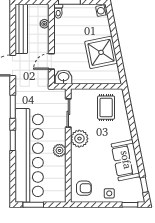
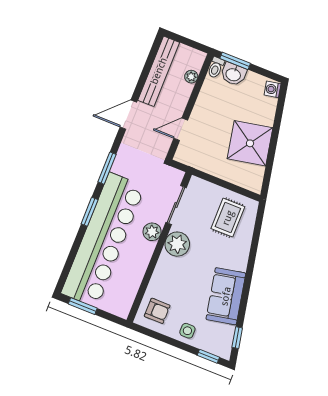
washbasin: (64, 77) -> (233, 74), moved, turned 180
plant: (59, 150) -> (152, 232), moved

